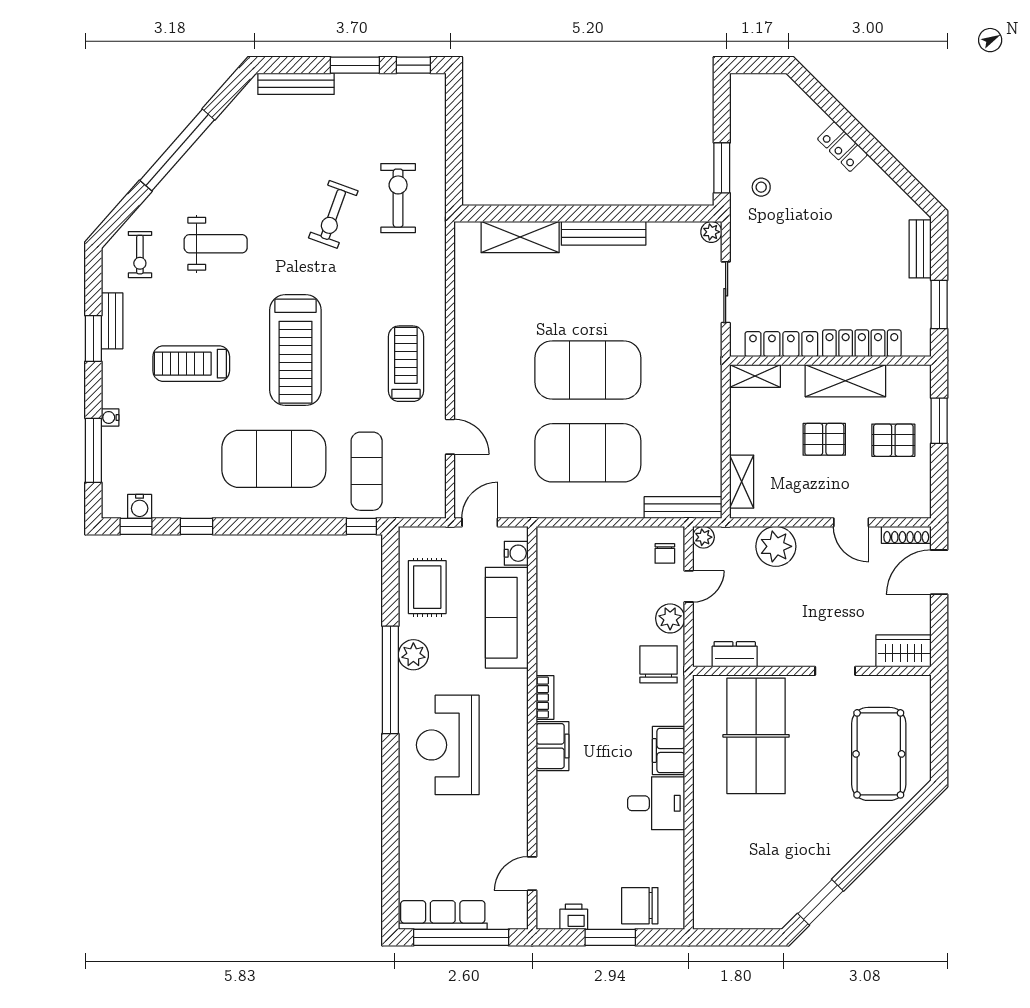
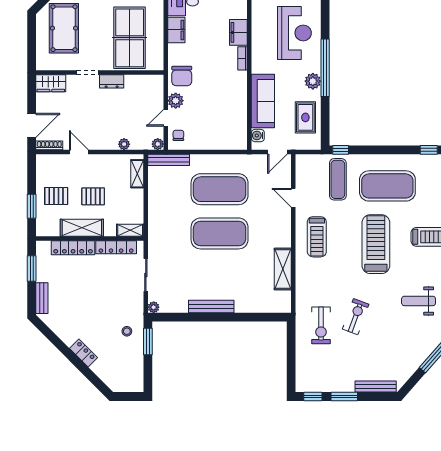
shelving: (520, 237) -> (283, 269), moved, turned 90
plant: (776, 546) -> (124, 144), width x0.53, depth x0.53
dresser: (735, 654) -> (112, 81), moved

